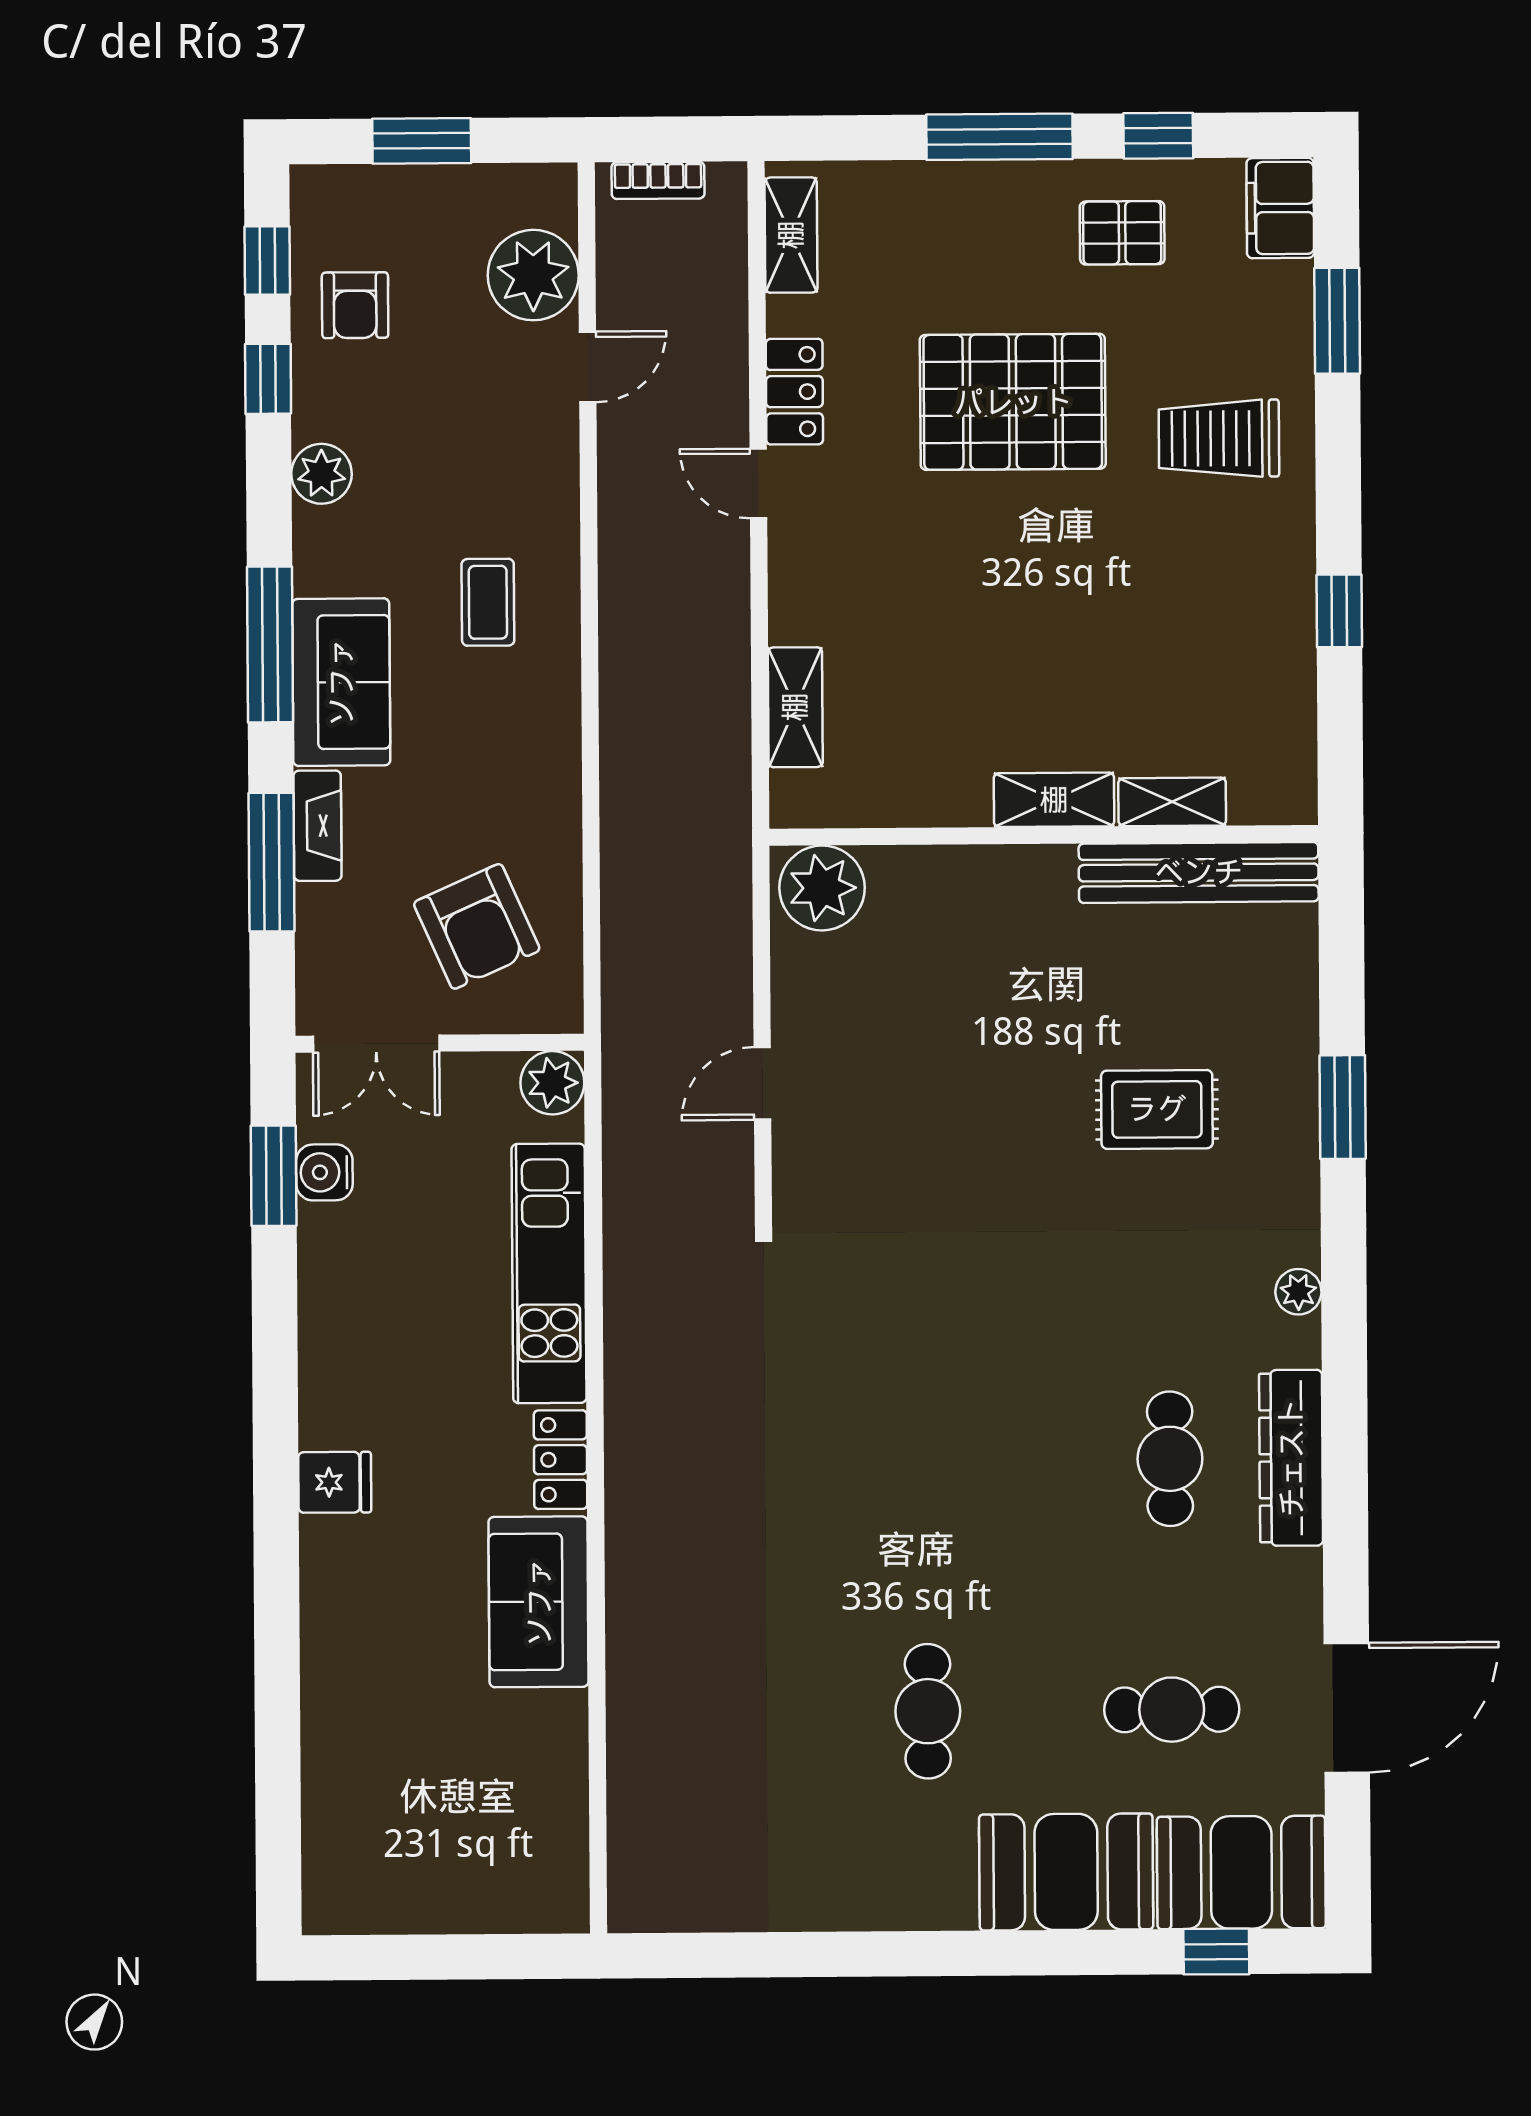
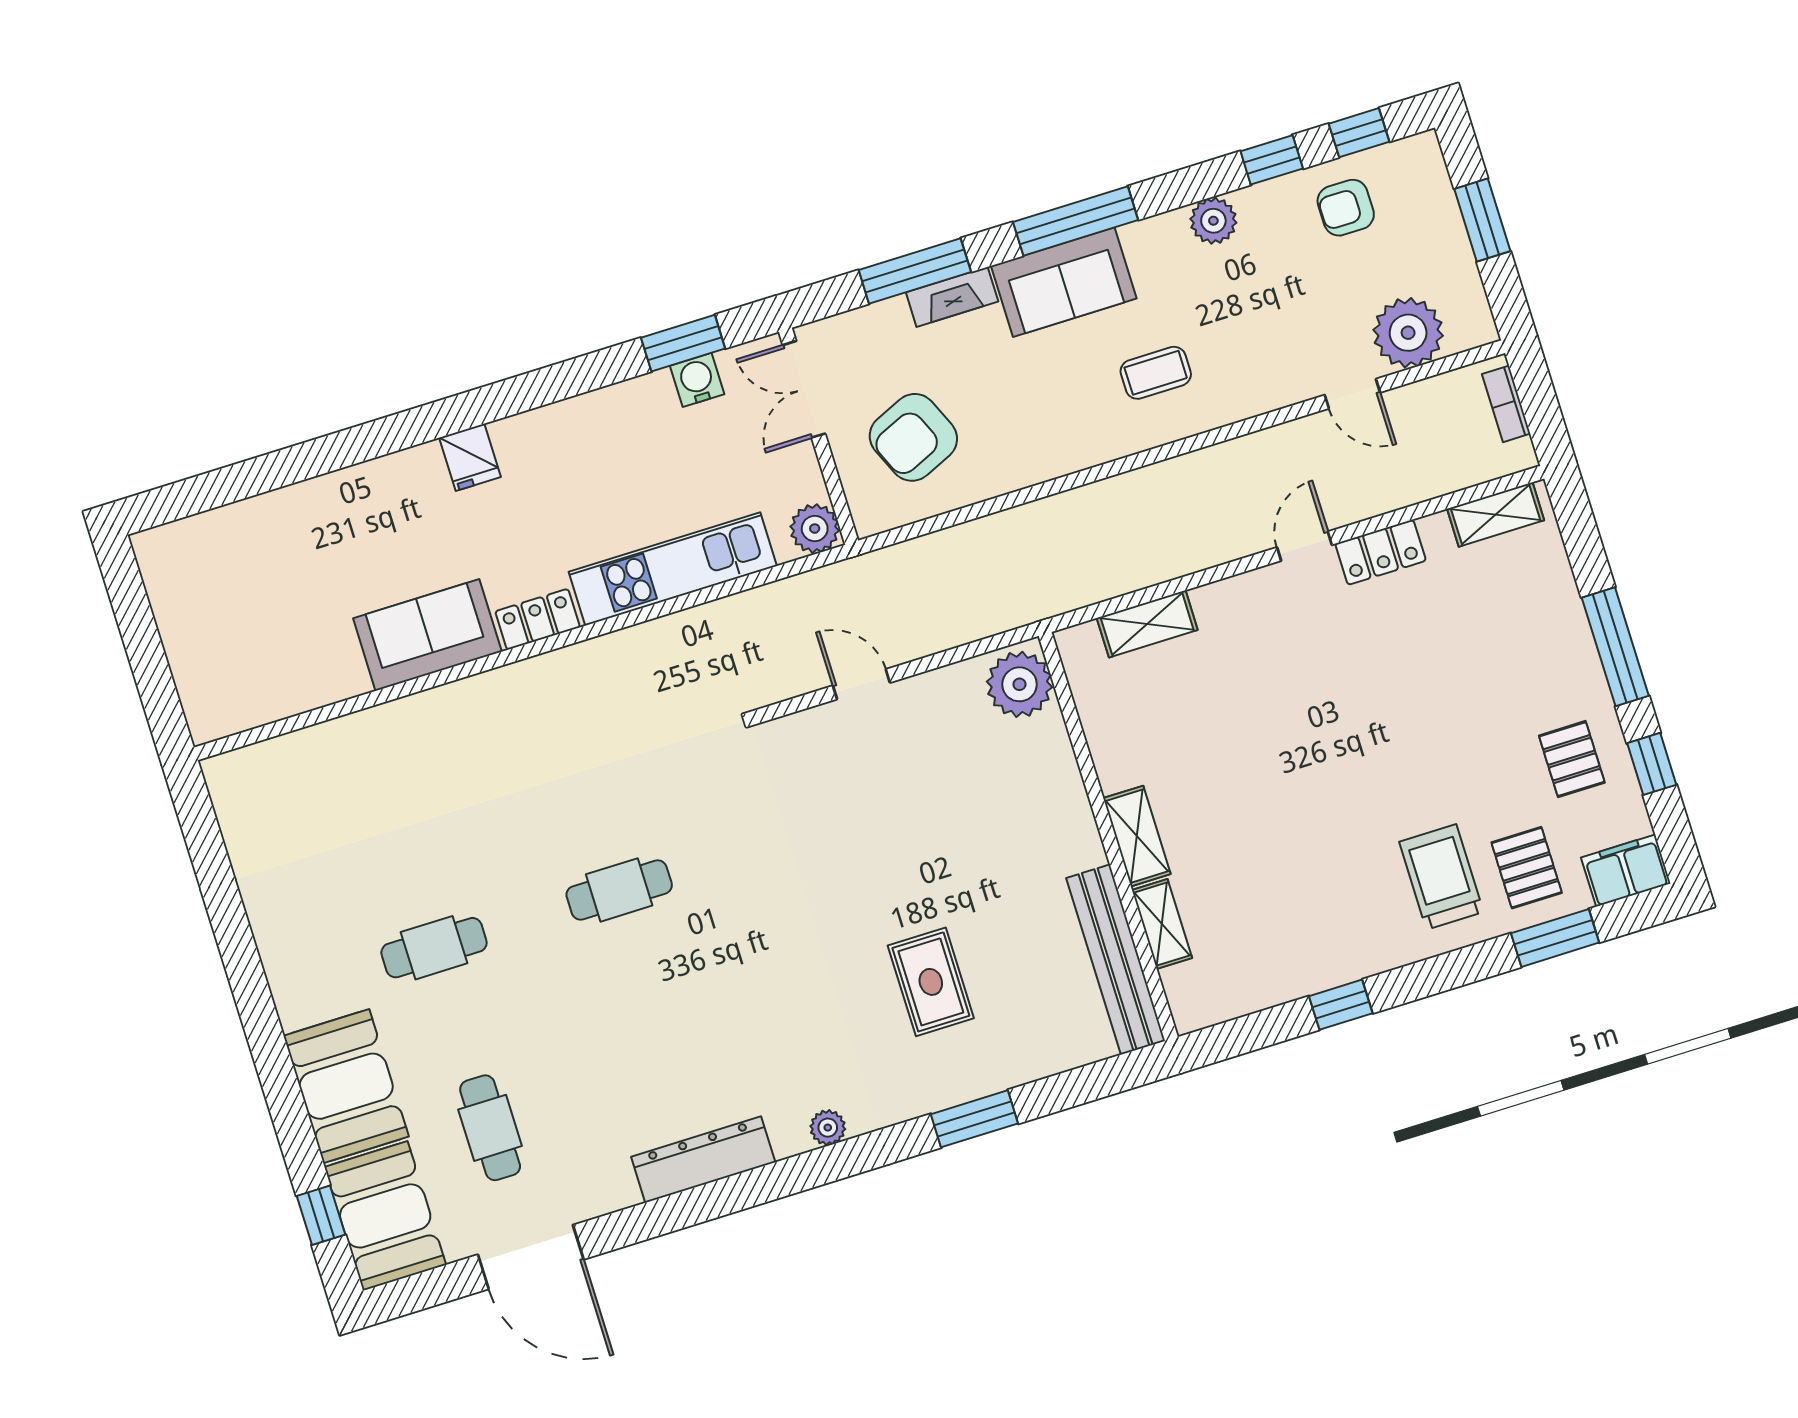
pallet: (1013, 402) -> (1527, 868), moved, width x0.49, depth x0.50
cafe table: (1170, 1459) -> (619, 890), moved

